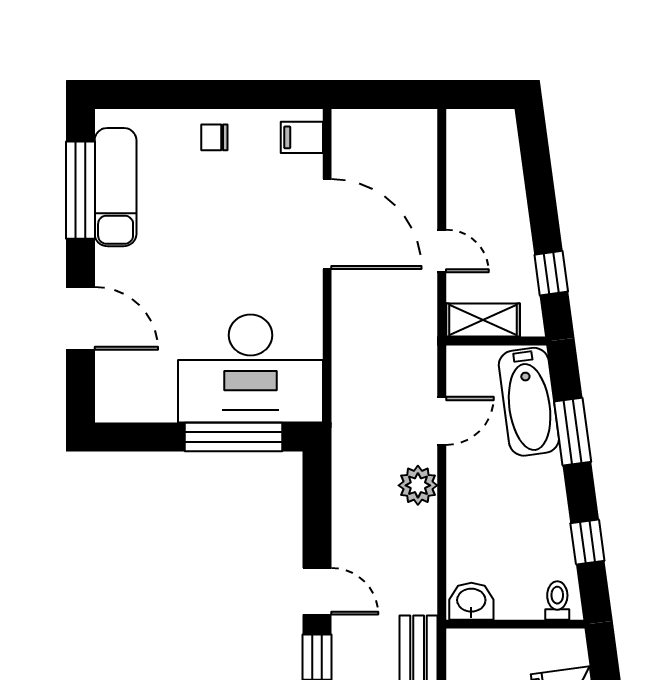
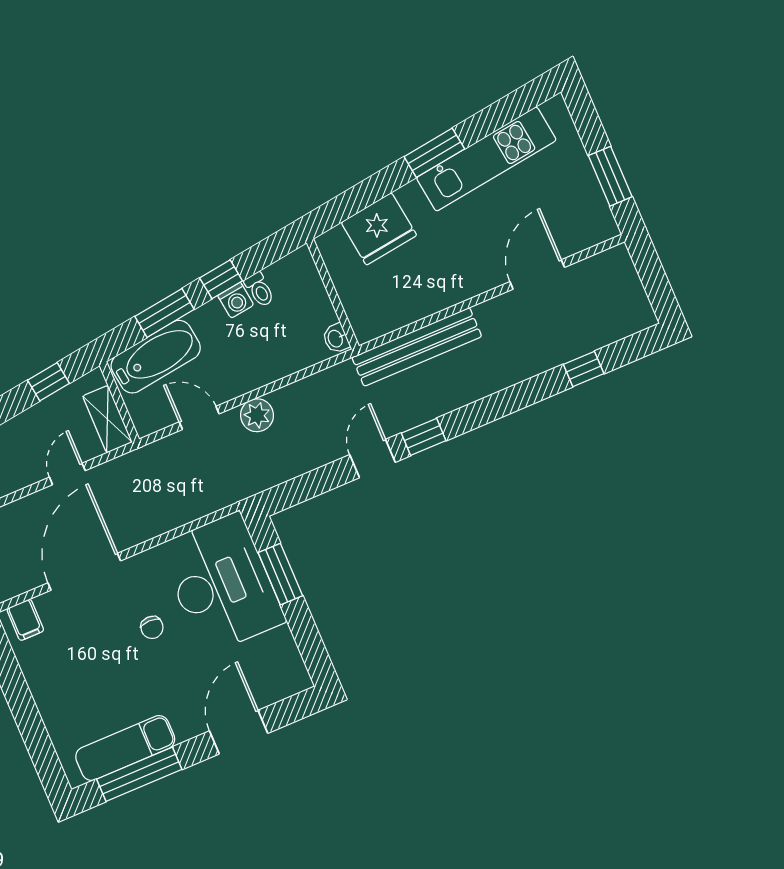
chair: (214, 137) -> (152, 627), moved
window: (234, 437) -> (280, 574), width x0.69
washing machine: (553, 515) -> (236, 300), added
window: (587, 542) -> (221, 279), moved
washbasin: (471, 601) -> (336, 338), width x0.72, depth x0.69
toilet: (557, 601) -> (259, 290), moved, turned -98

